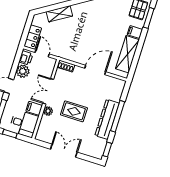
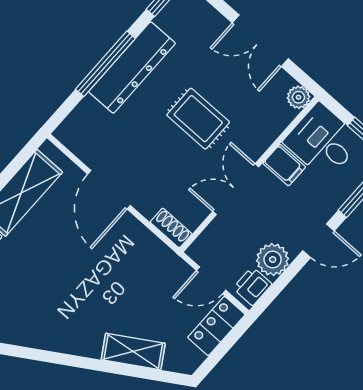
door: (42, 53) -> (211, 280), hinge flipped
door: (95, 70) -> (109, 190), hinge flipped
double door: (48, 91) -> (236, 189), swing flipped
plant: (48, 111) -> (298, 97), moved

